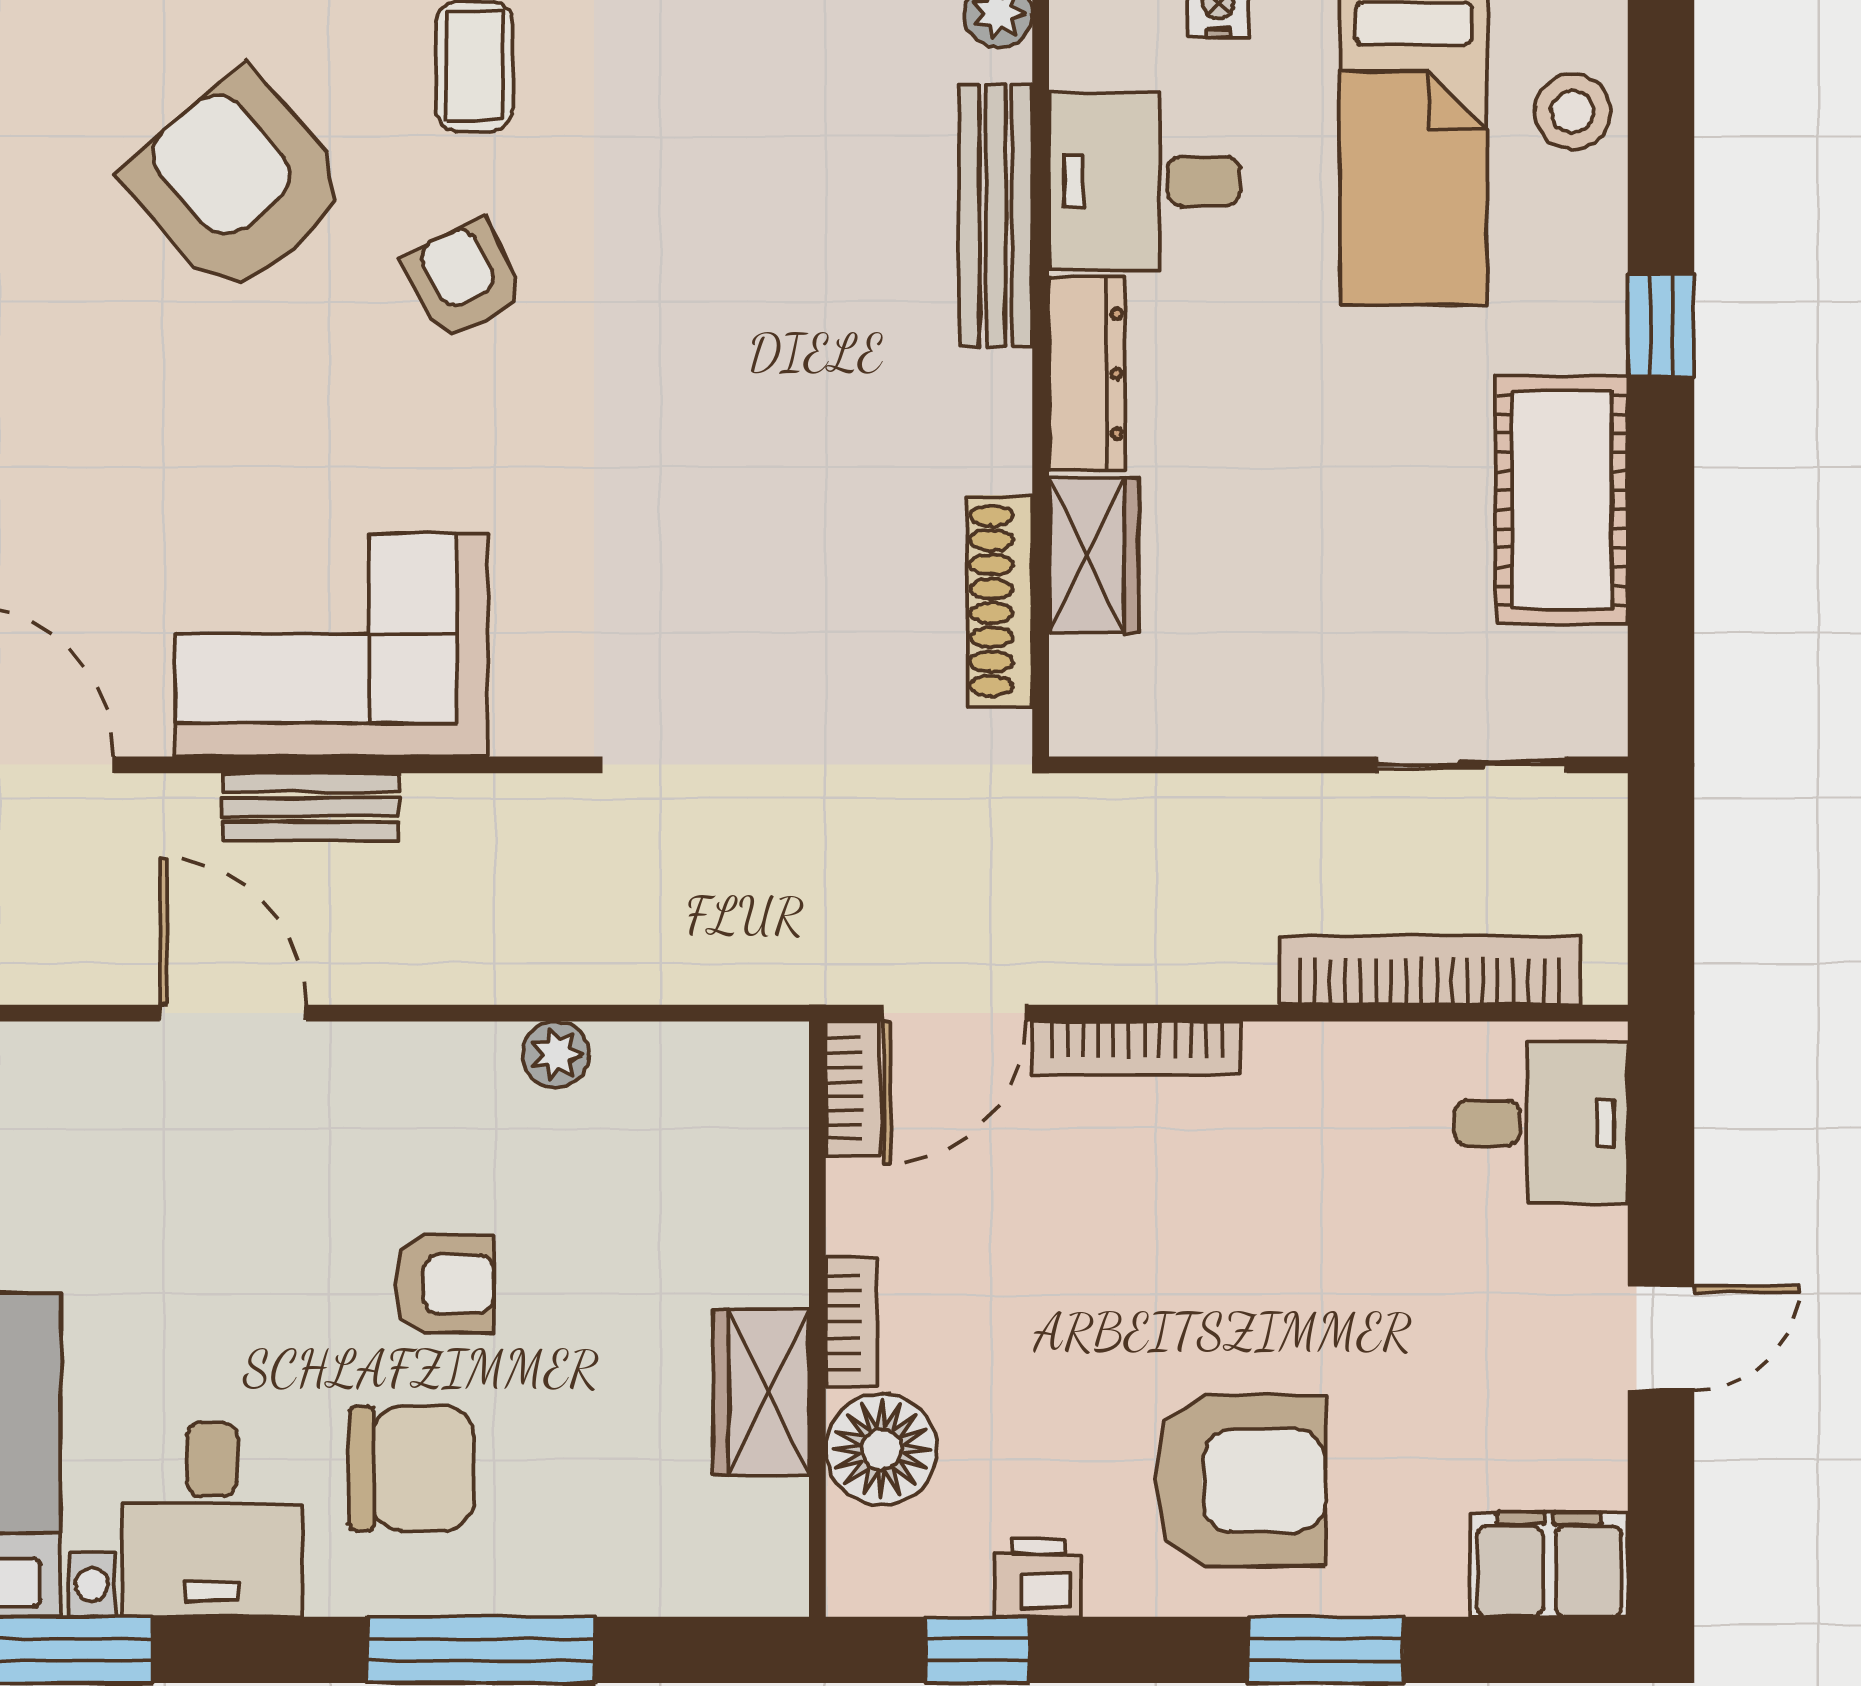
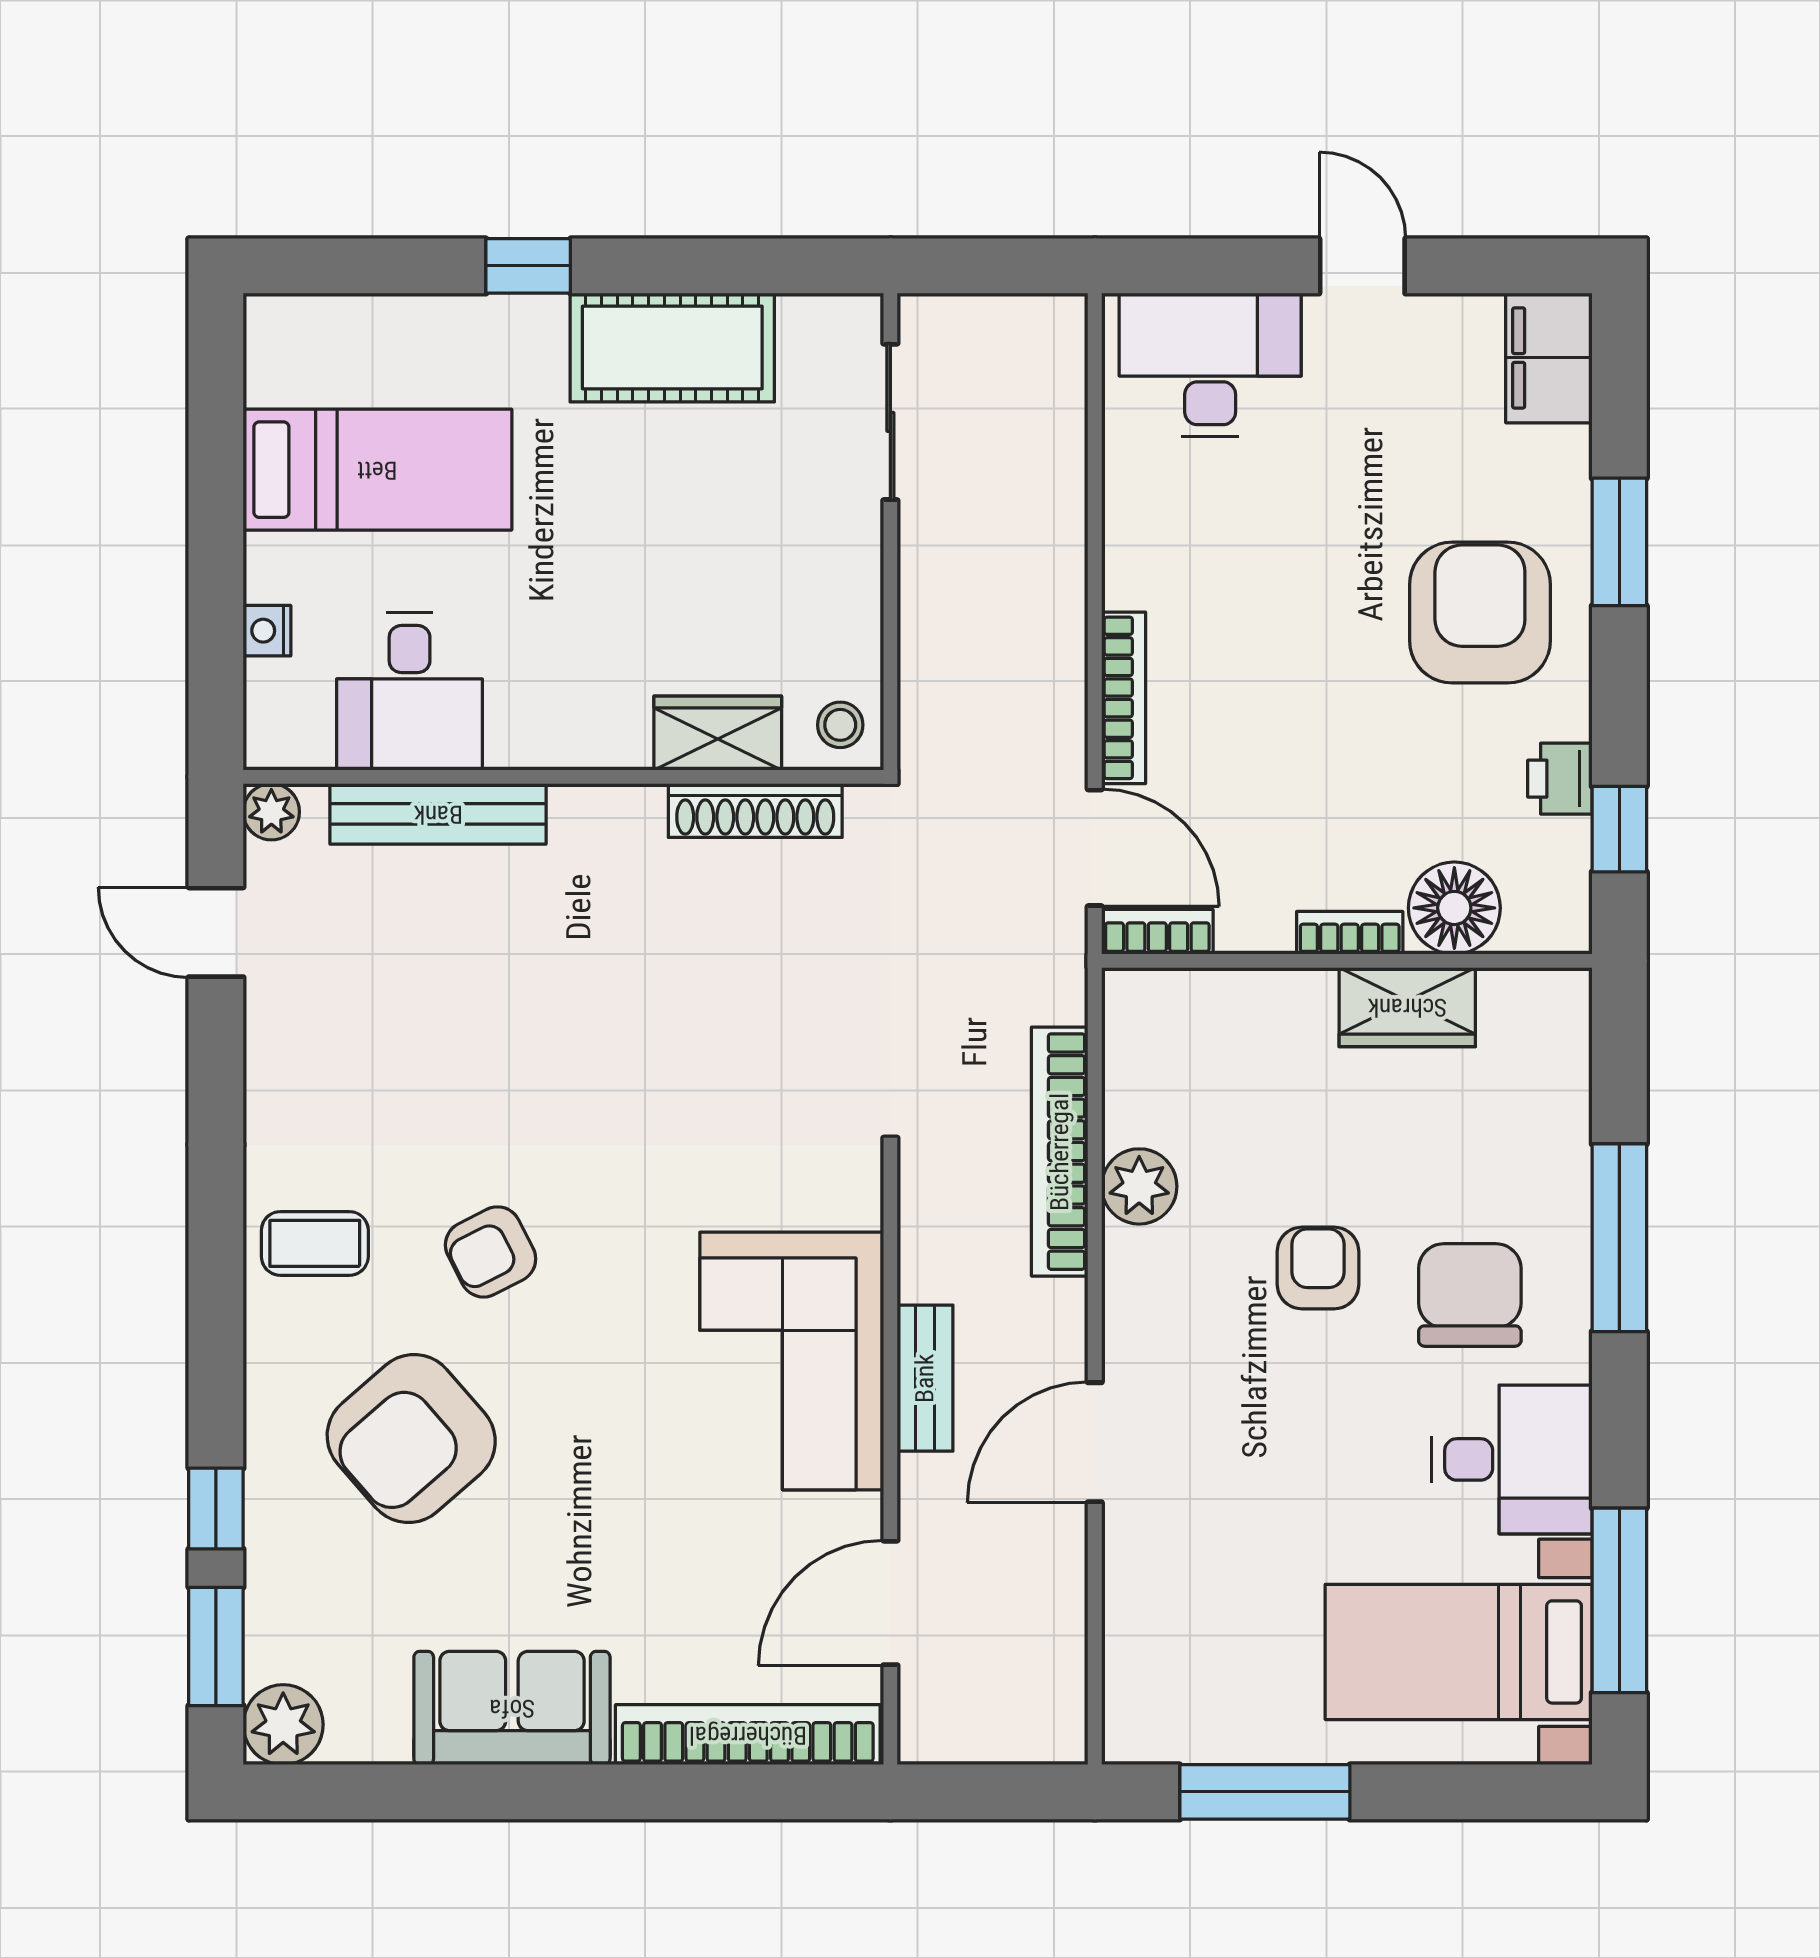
stool: (1572, 112) -> (840, 725), moved, width x0.73, depth x0.73
dresser: (1087, 374) -> (568, 739), removed
bookcase: (1429, 970) -> (1060, 1152), moved
plant: (556, 1055) -> (1139, 1186), width x1.38, depth x1.38
desk: (1541, 1123) -> (1210, 365), width x1.37

